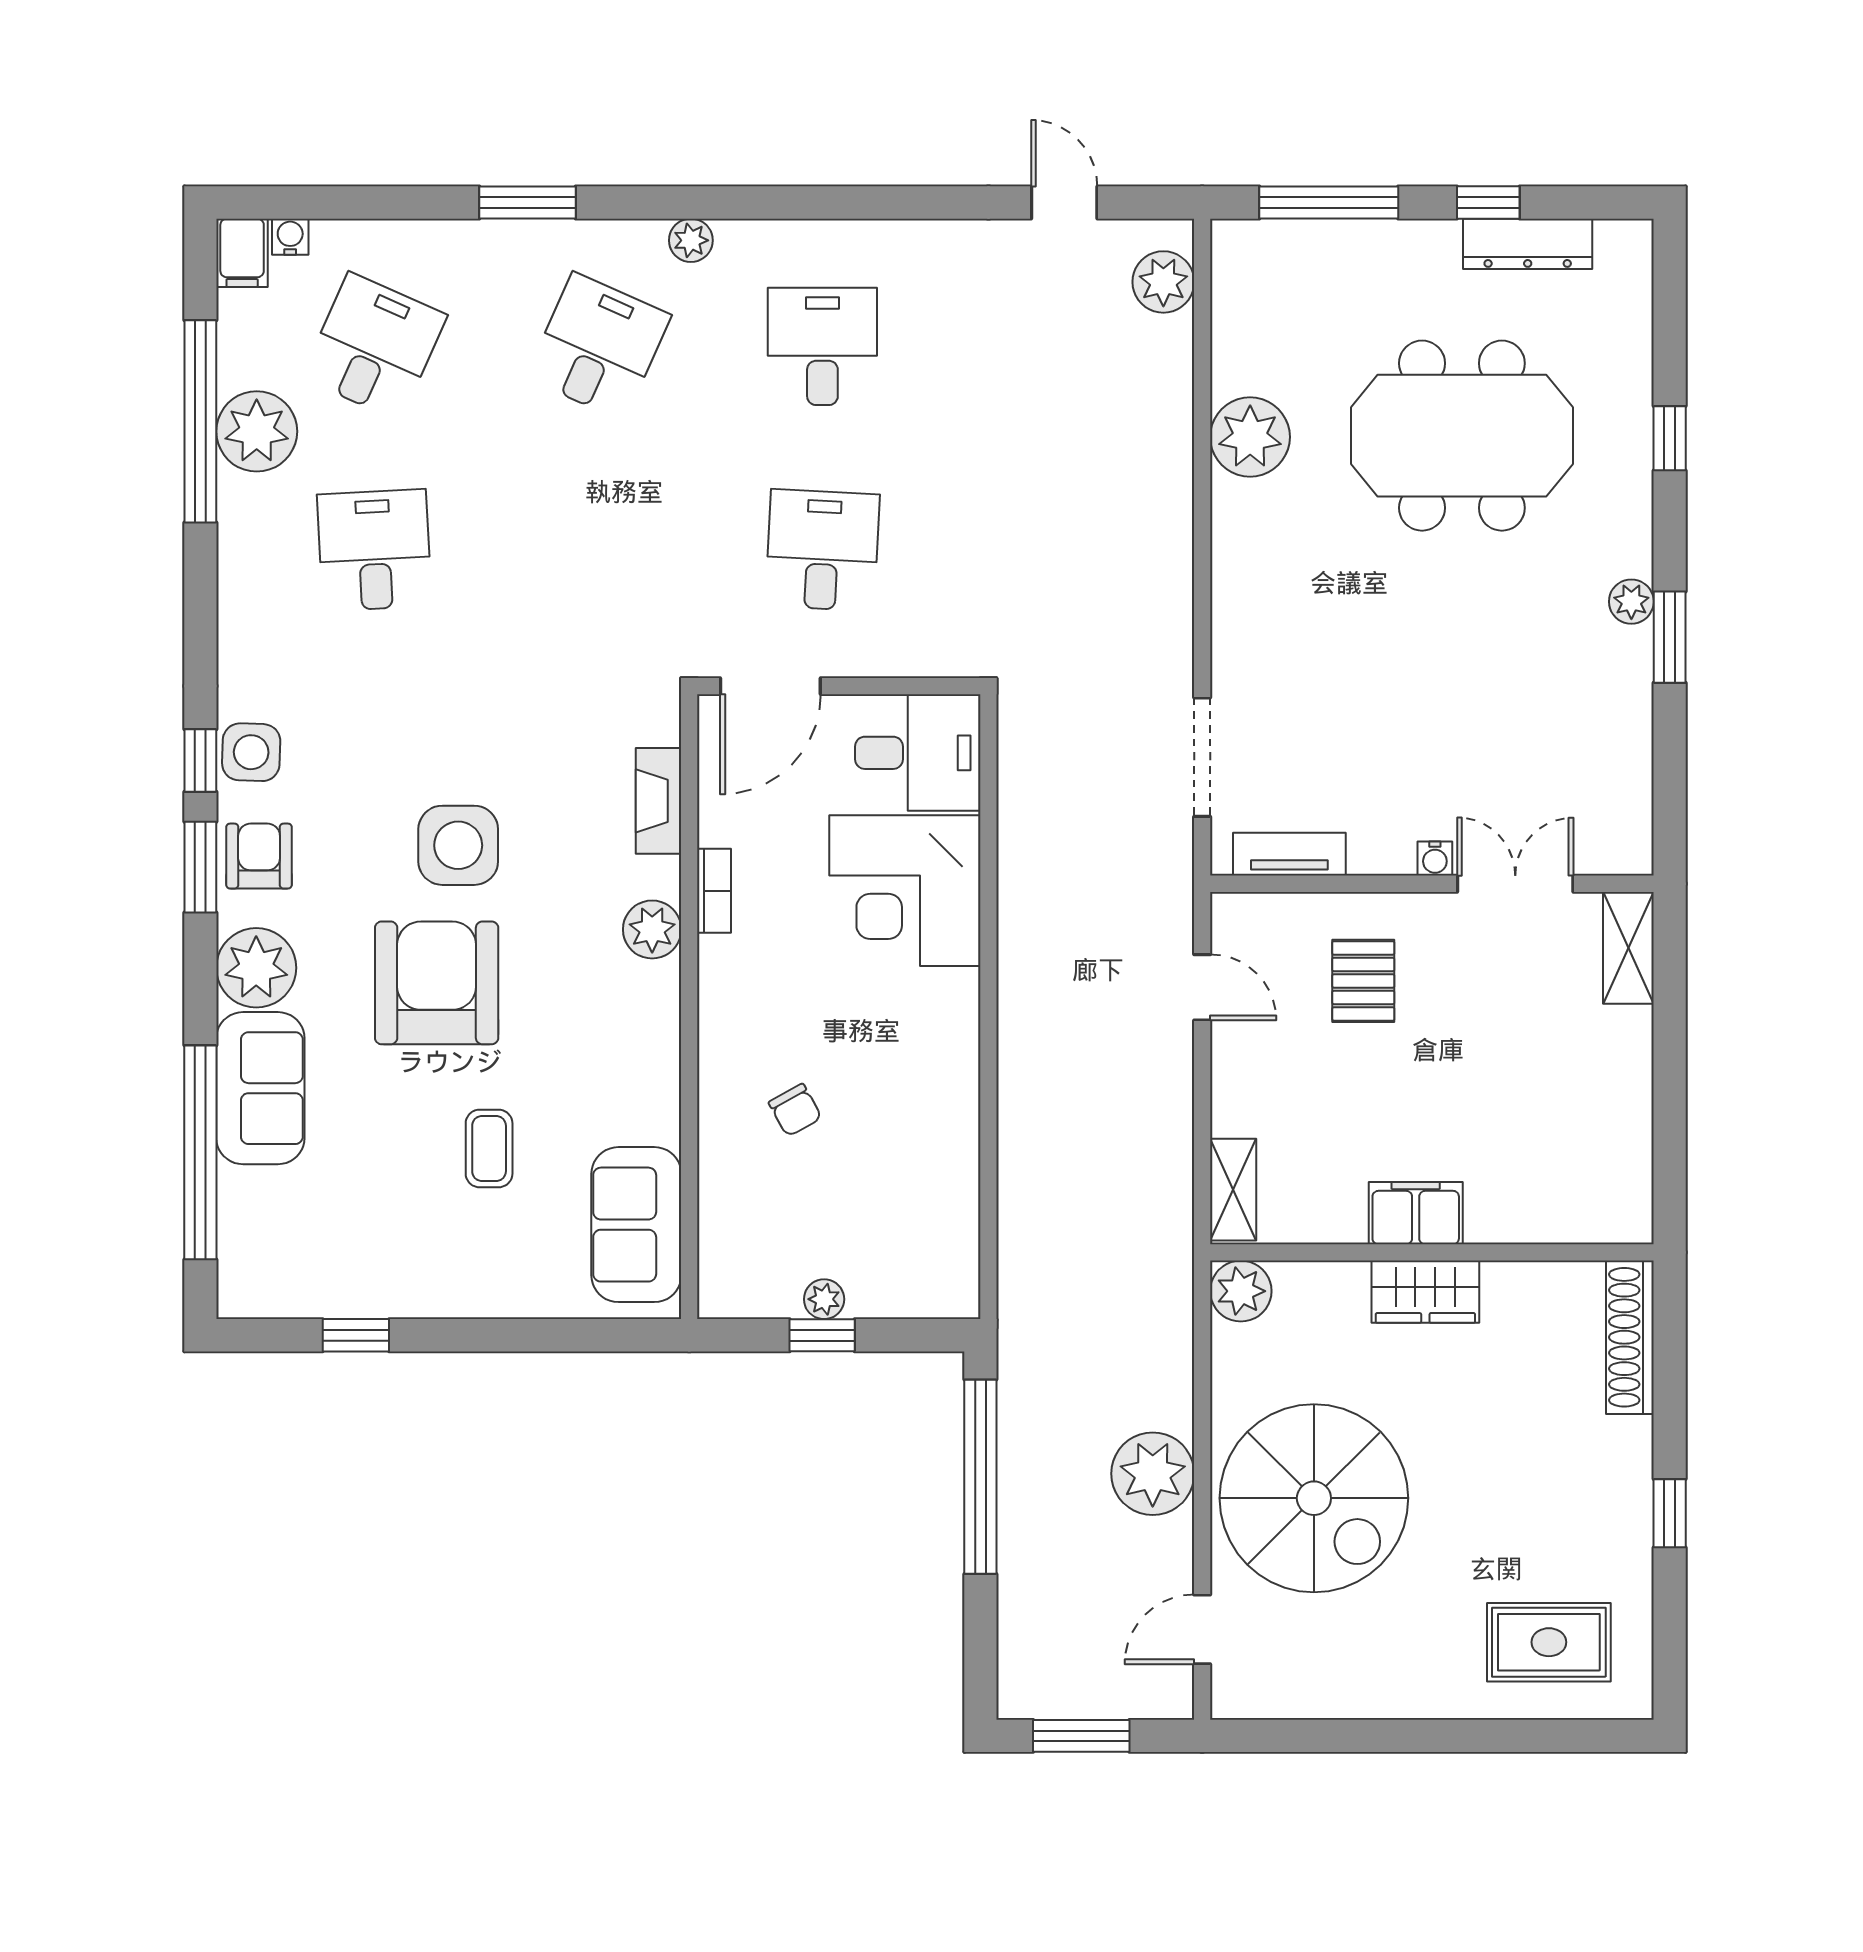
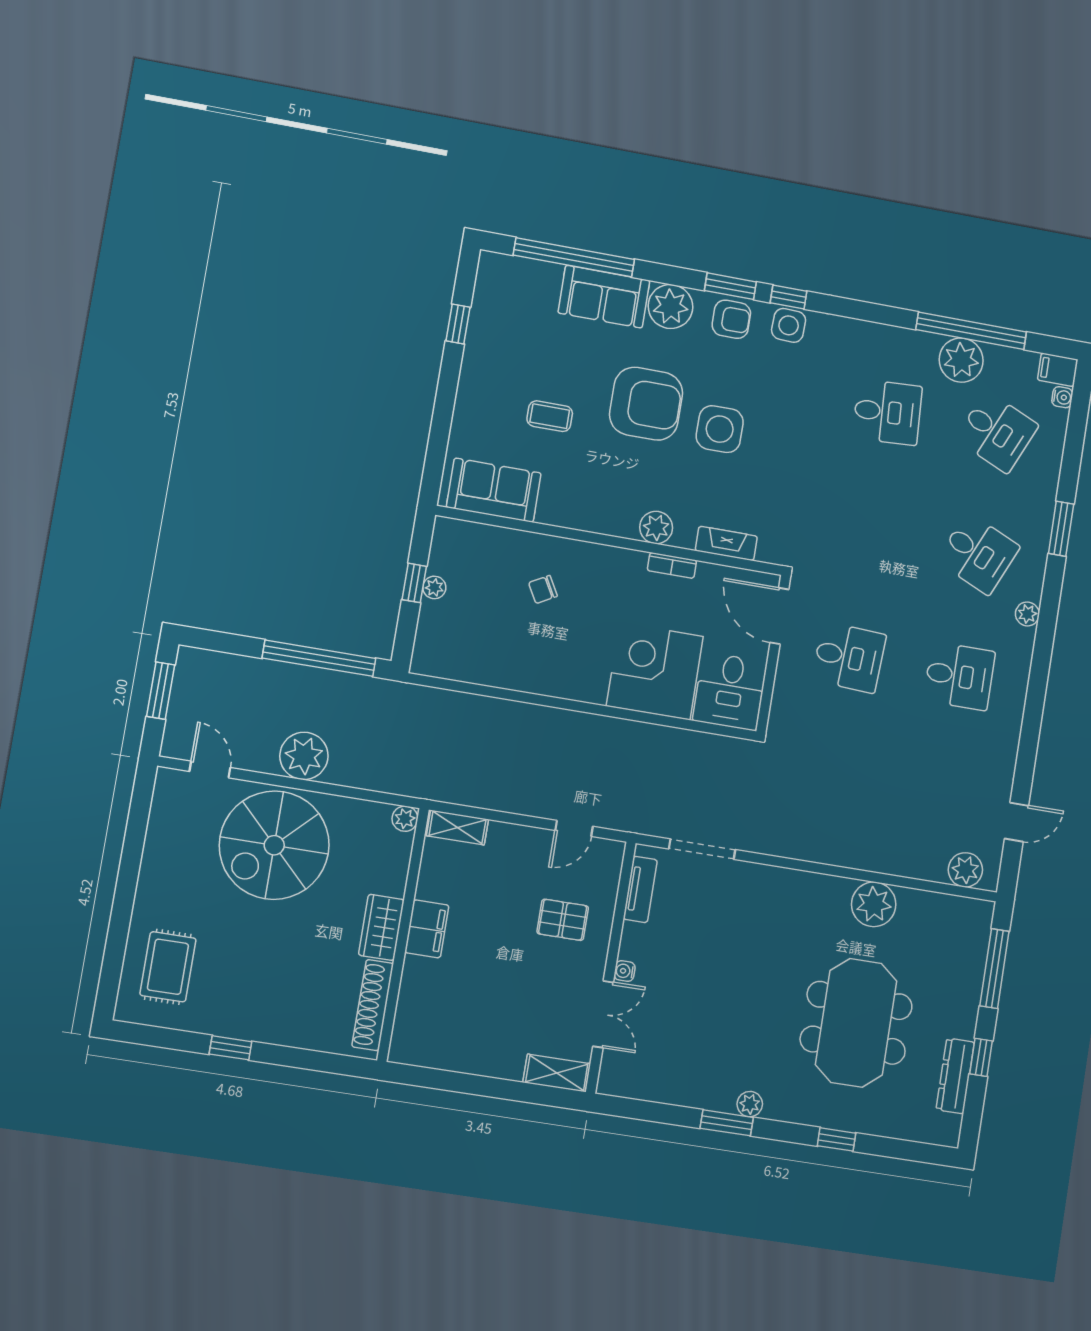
plant: (1241, 1291) -> (405, 819), width x0.73, depth x0.73
shoe rack: (1630, 1337) -> (373, 1005), moved, turned -90

